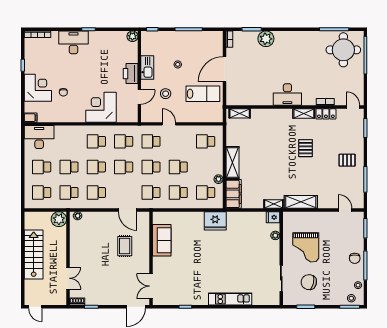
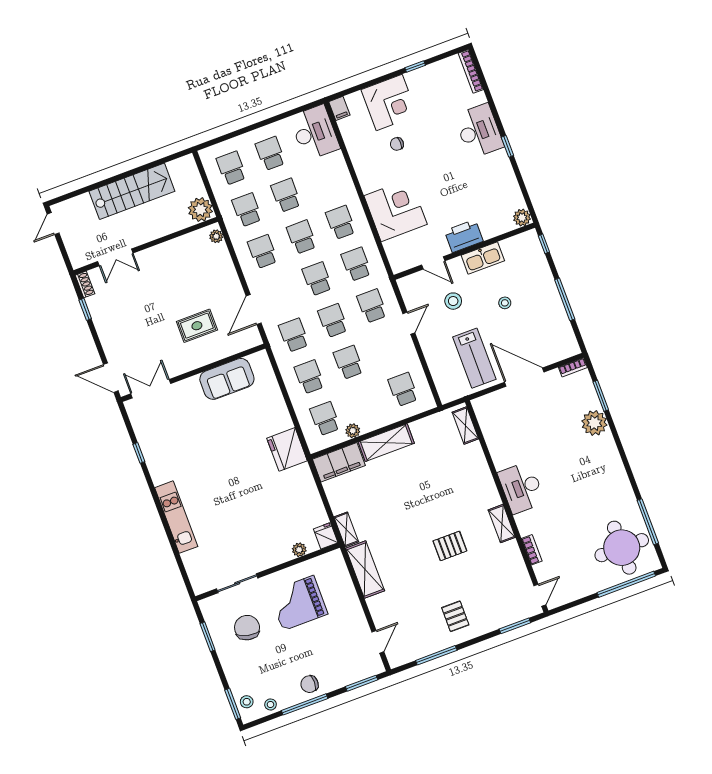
locker: (326, 114) -> (514, 558), removed

